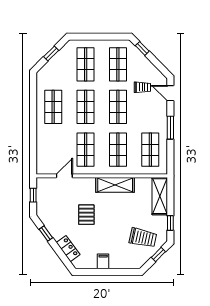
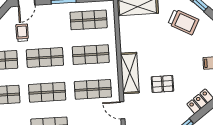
shelving: (115, 185) -> (130, 73), moved
trolley: (143, 238) -> (183, 22), turned 106

